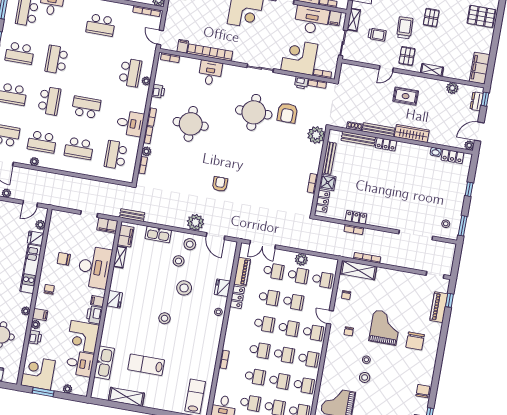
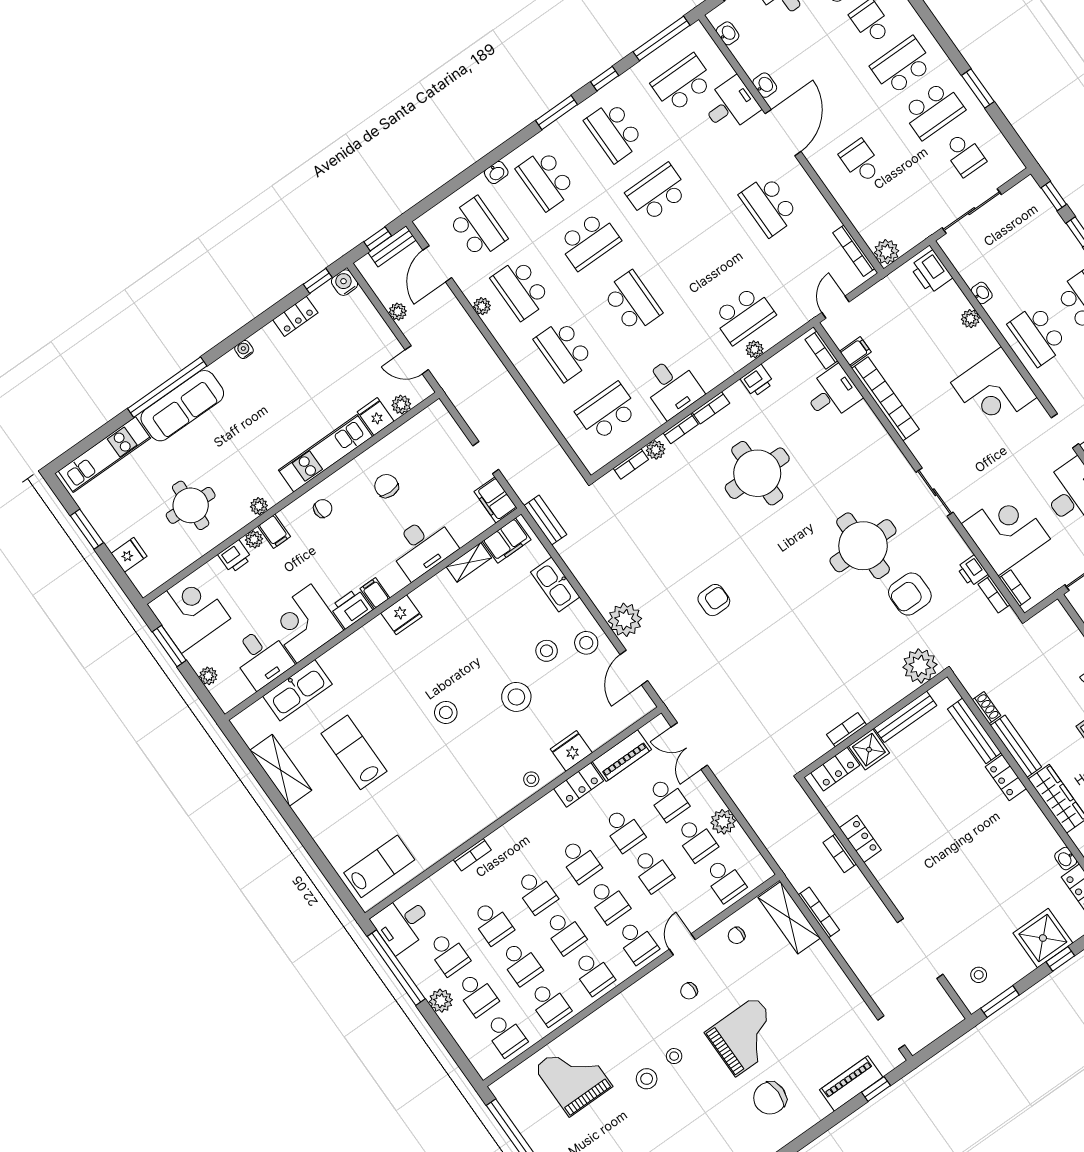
desk: (210, 73) -> (832, 394), moved
shower: (456, 188) -> (1043, 938), added
desk: (94, 267) -> (422, 547), width x0.73, depth x0.77

